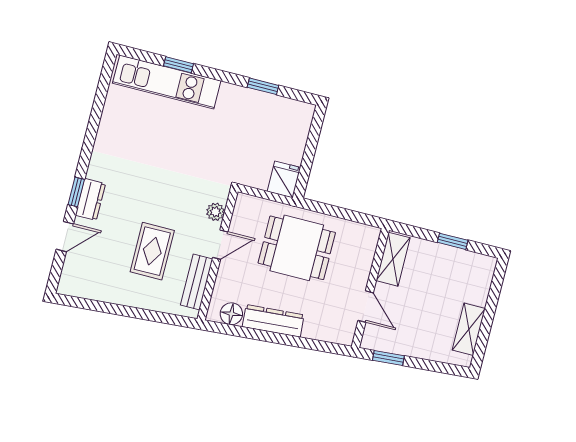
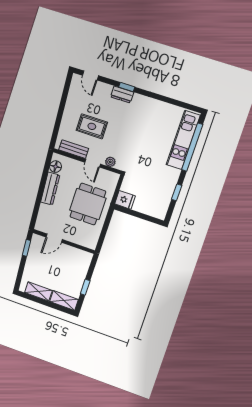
window: (179, 65) -> (192, 147), width x3.17
door: (65, 237) -> (90, 76), moved
shelving: (393, 259) -> (64, 300), moved

